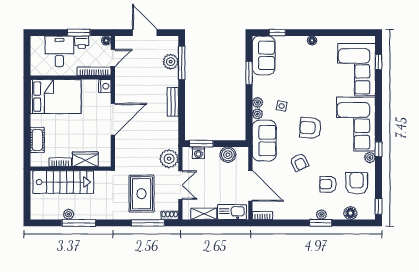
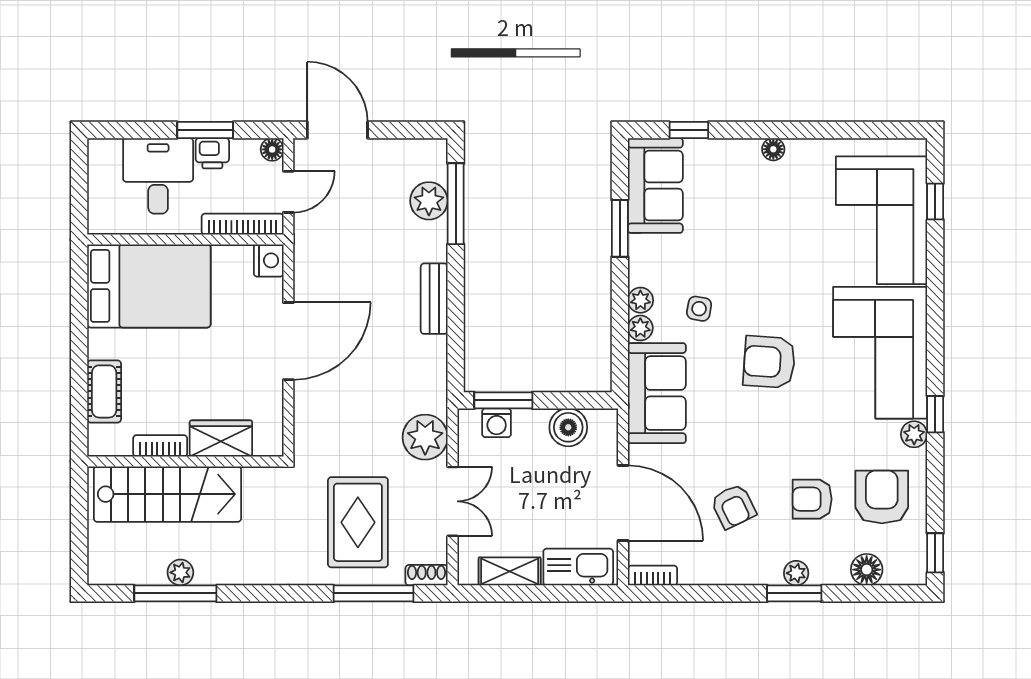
door: (145, 33) -> (337, 130), moved
armchair: (299, 162) -> (733, 506), moved
window: (79, 223) -> (175, 593), moved

